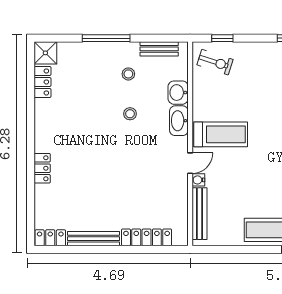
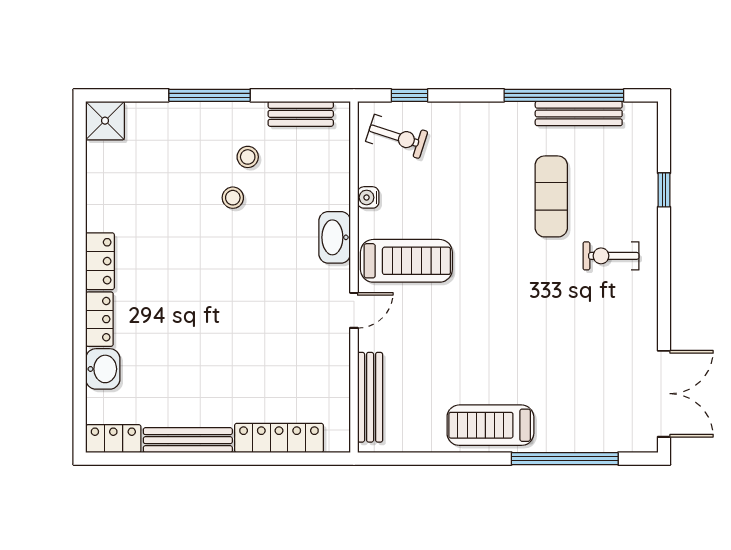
locker: (43, 82) -> (100, 261), moved
washbasin: (178, 93) -> (103, 369), moved, turned 180
stool: (130, 114) -> (233, 198), moved
water cooler: (198, 180) -> (368, 197), moved

